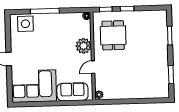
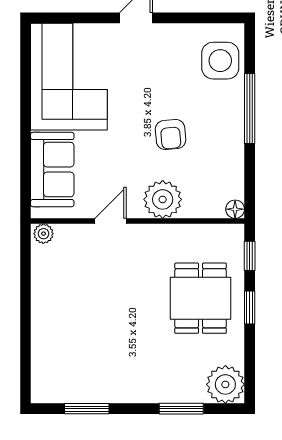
plant: (159, 18) -> (225, 384), added
dining table: (113, 35) -> (201, 298), moved, turned 90
armchair: (57, 43) -> (171, 135), added
door: (93, 67) -> (111, 221), hinge flipped

